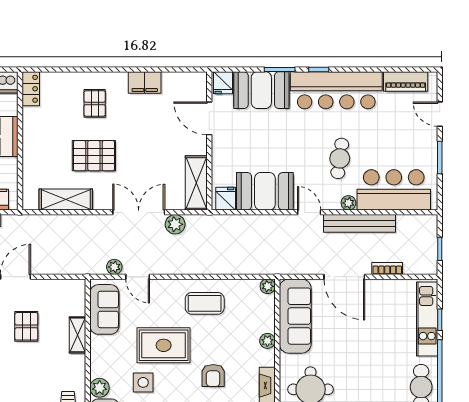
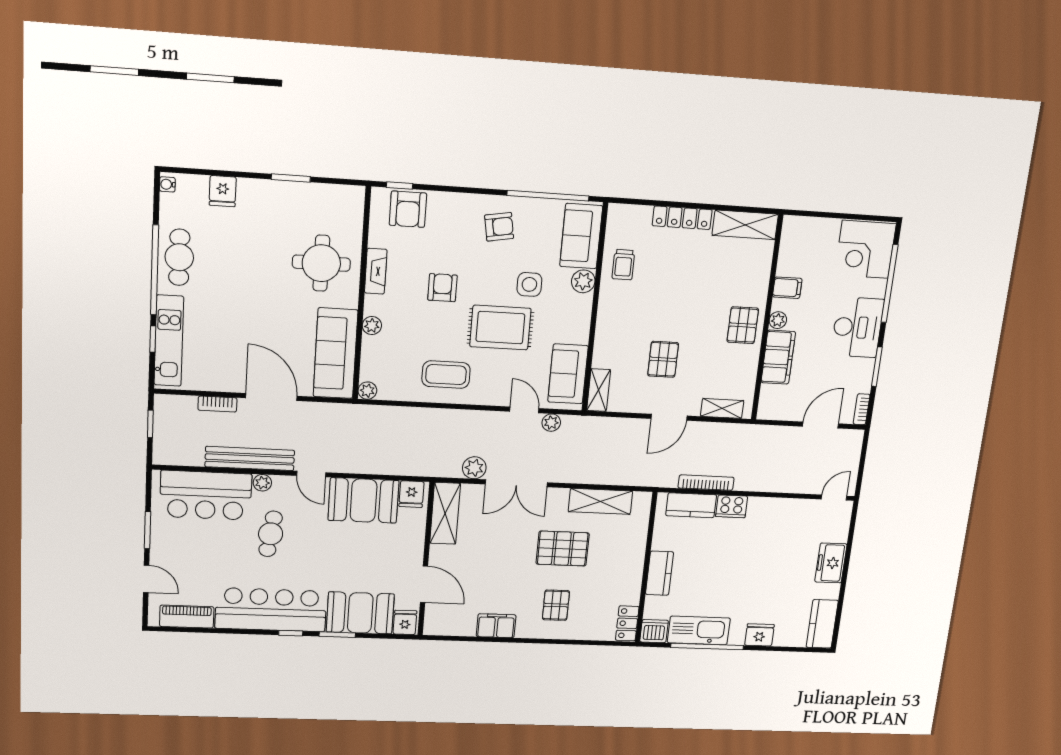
shelving: (77, 335) -> (599, 390), moved

